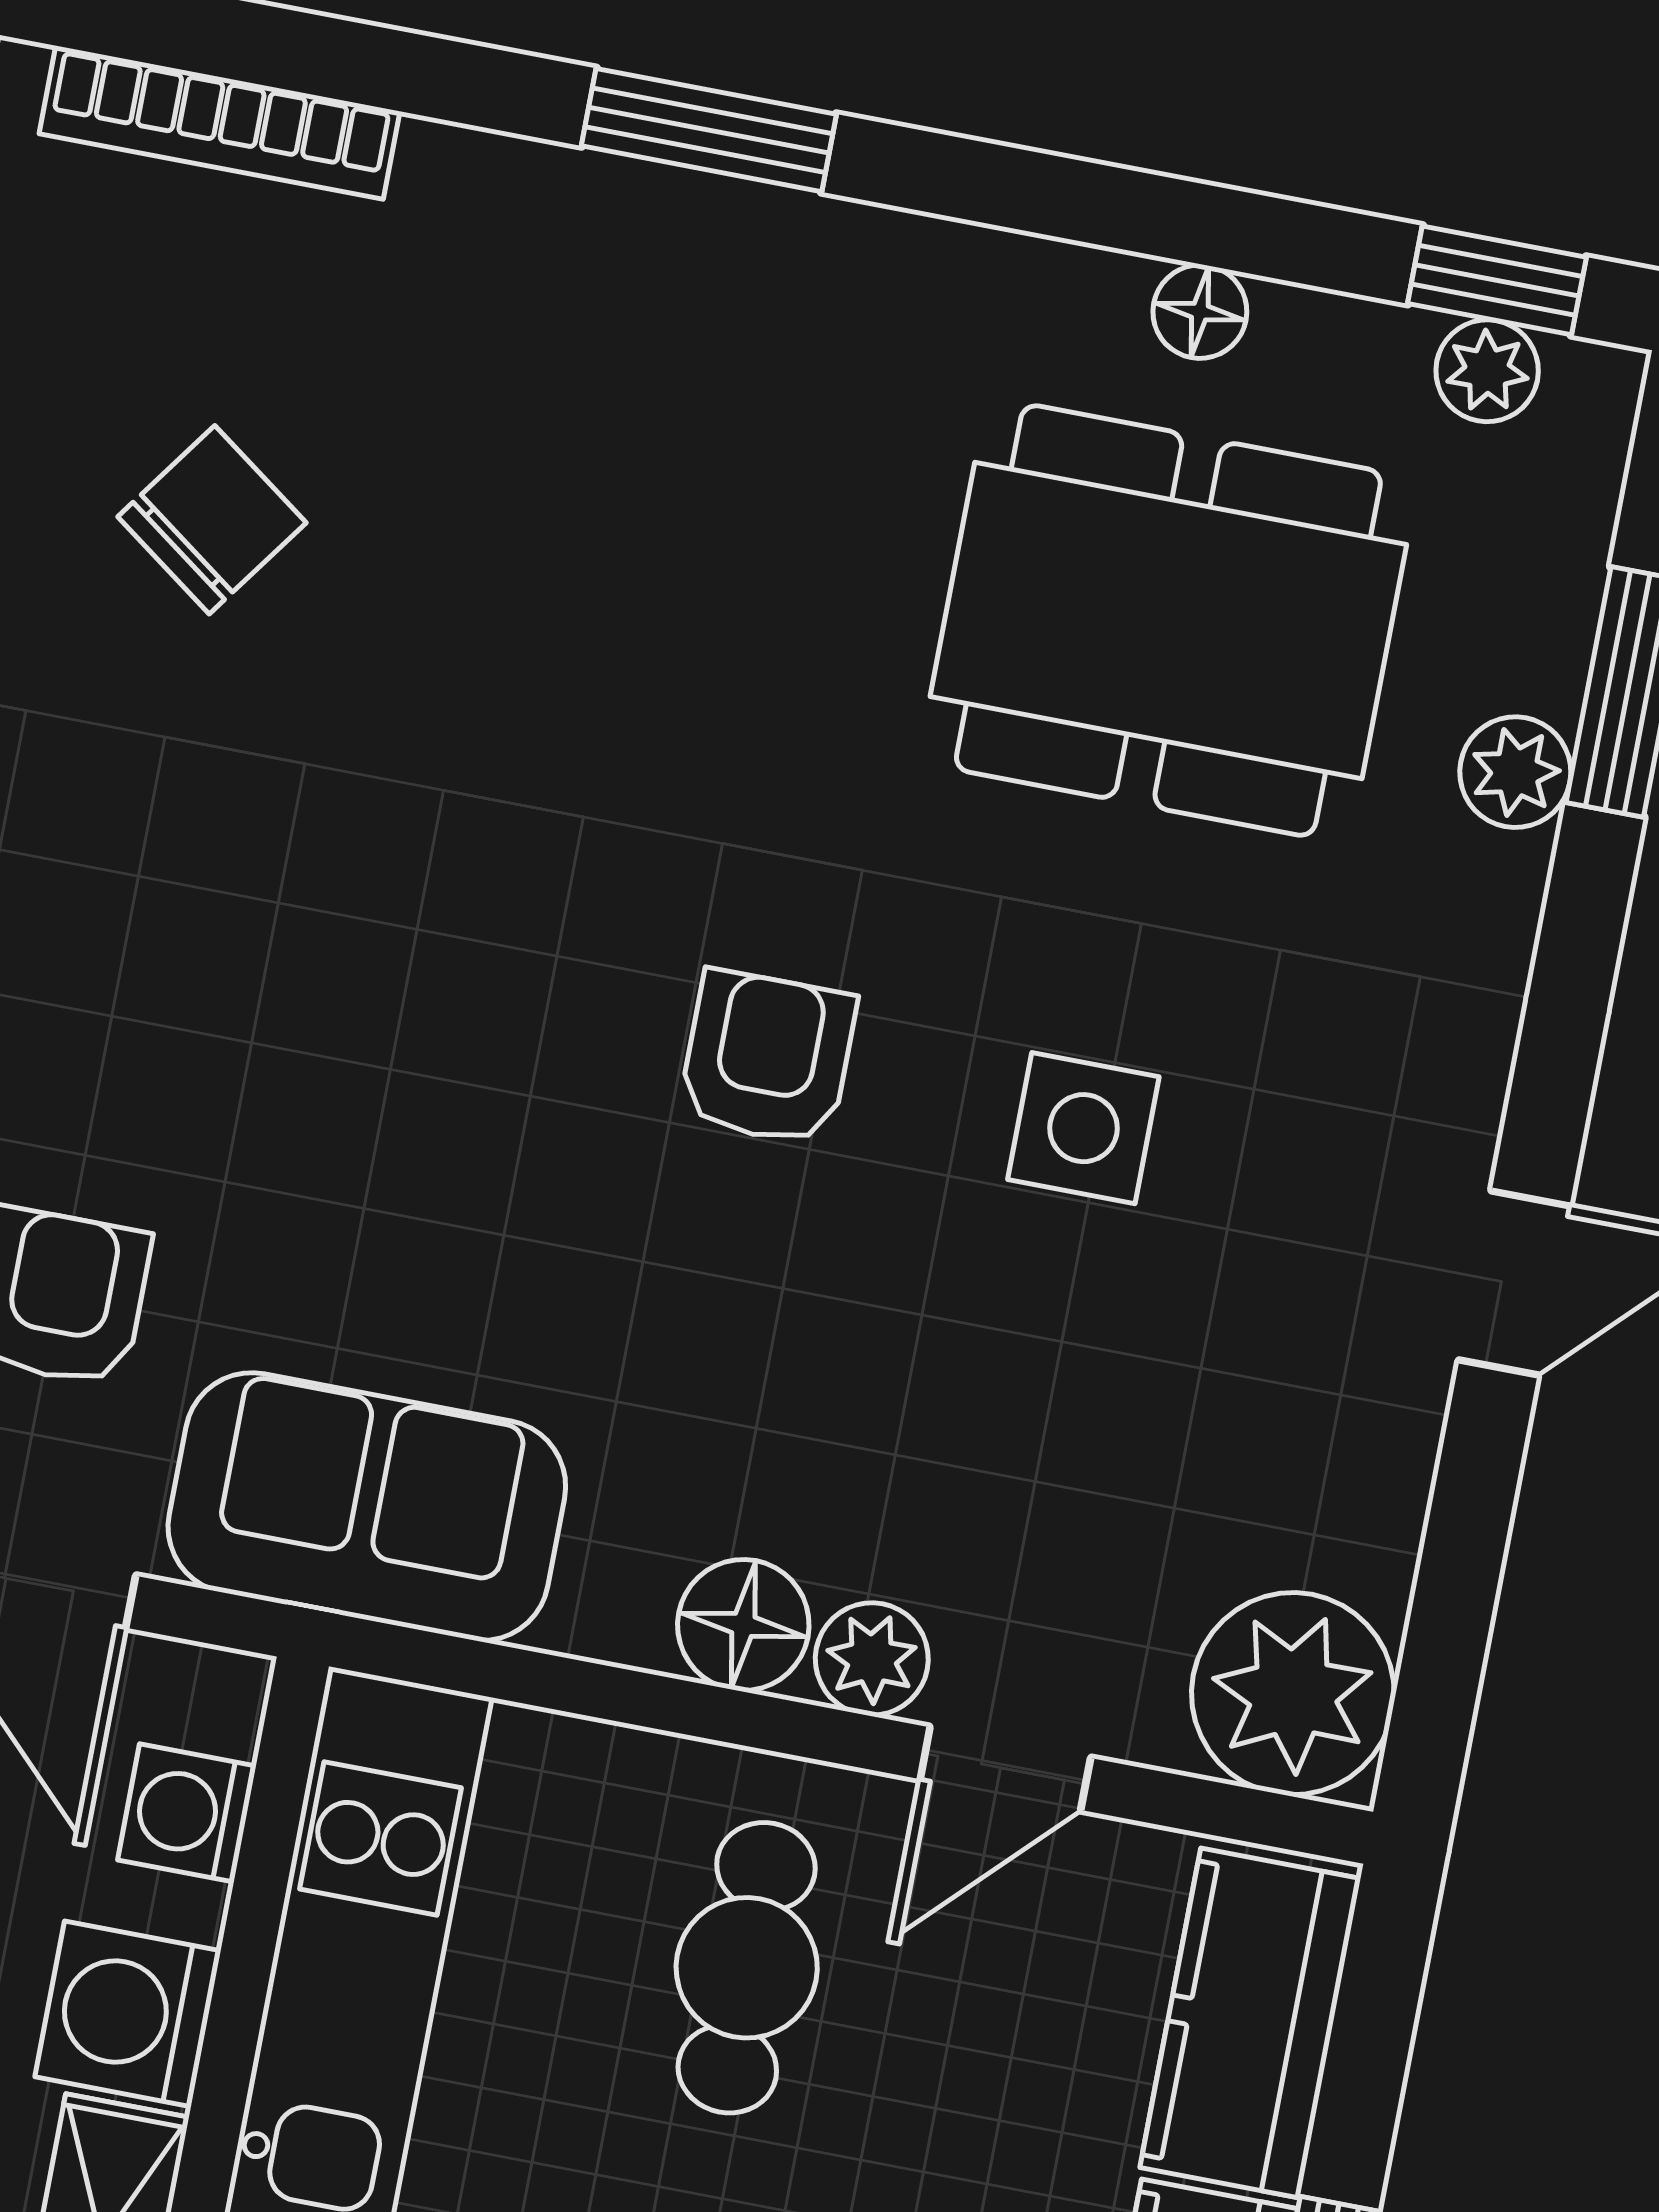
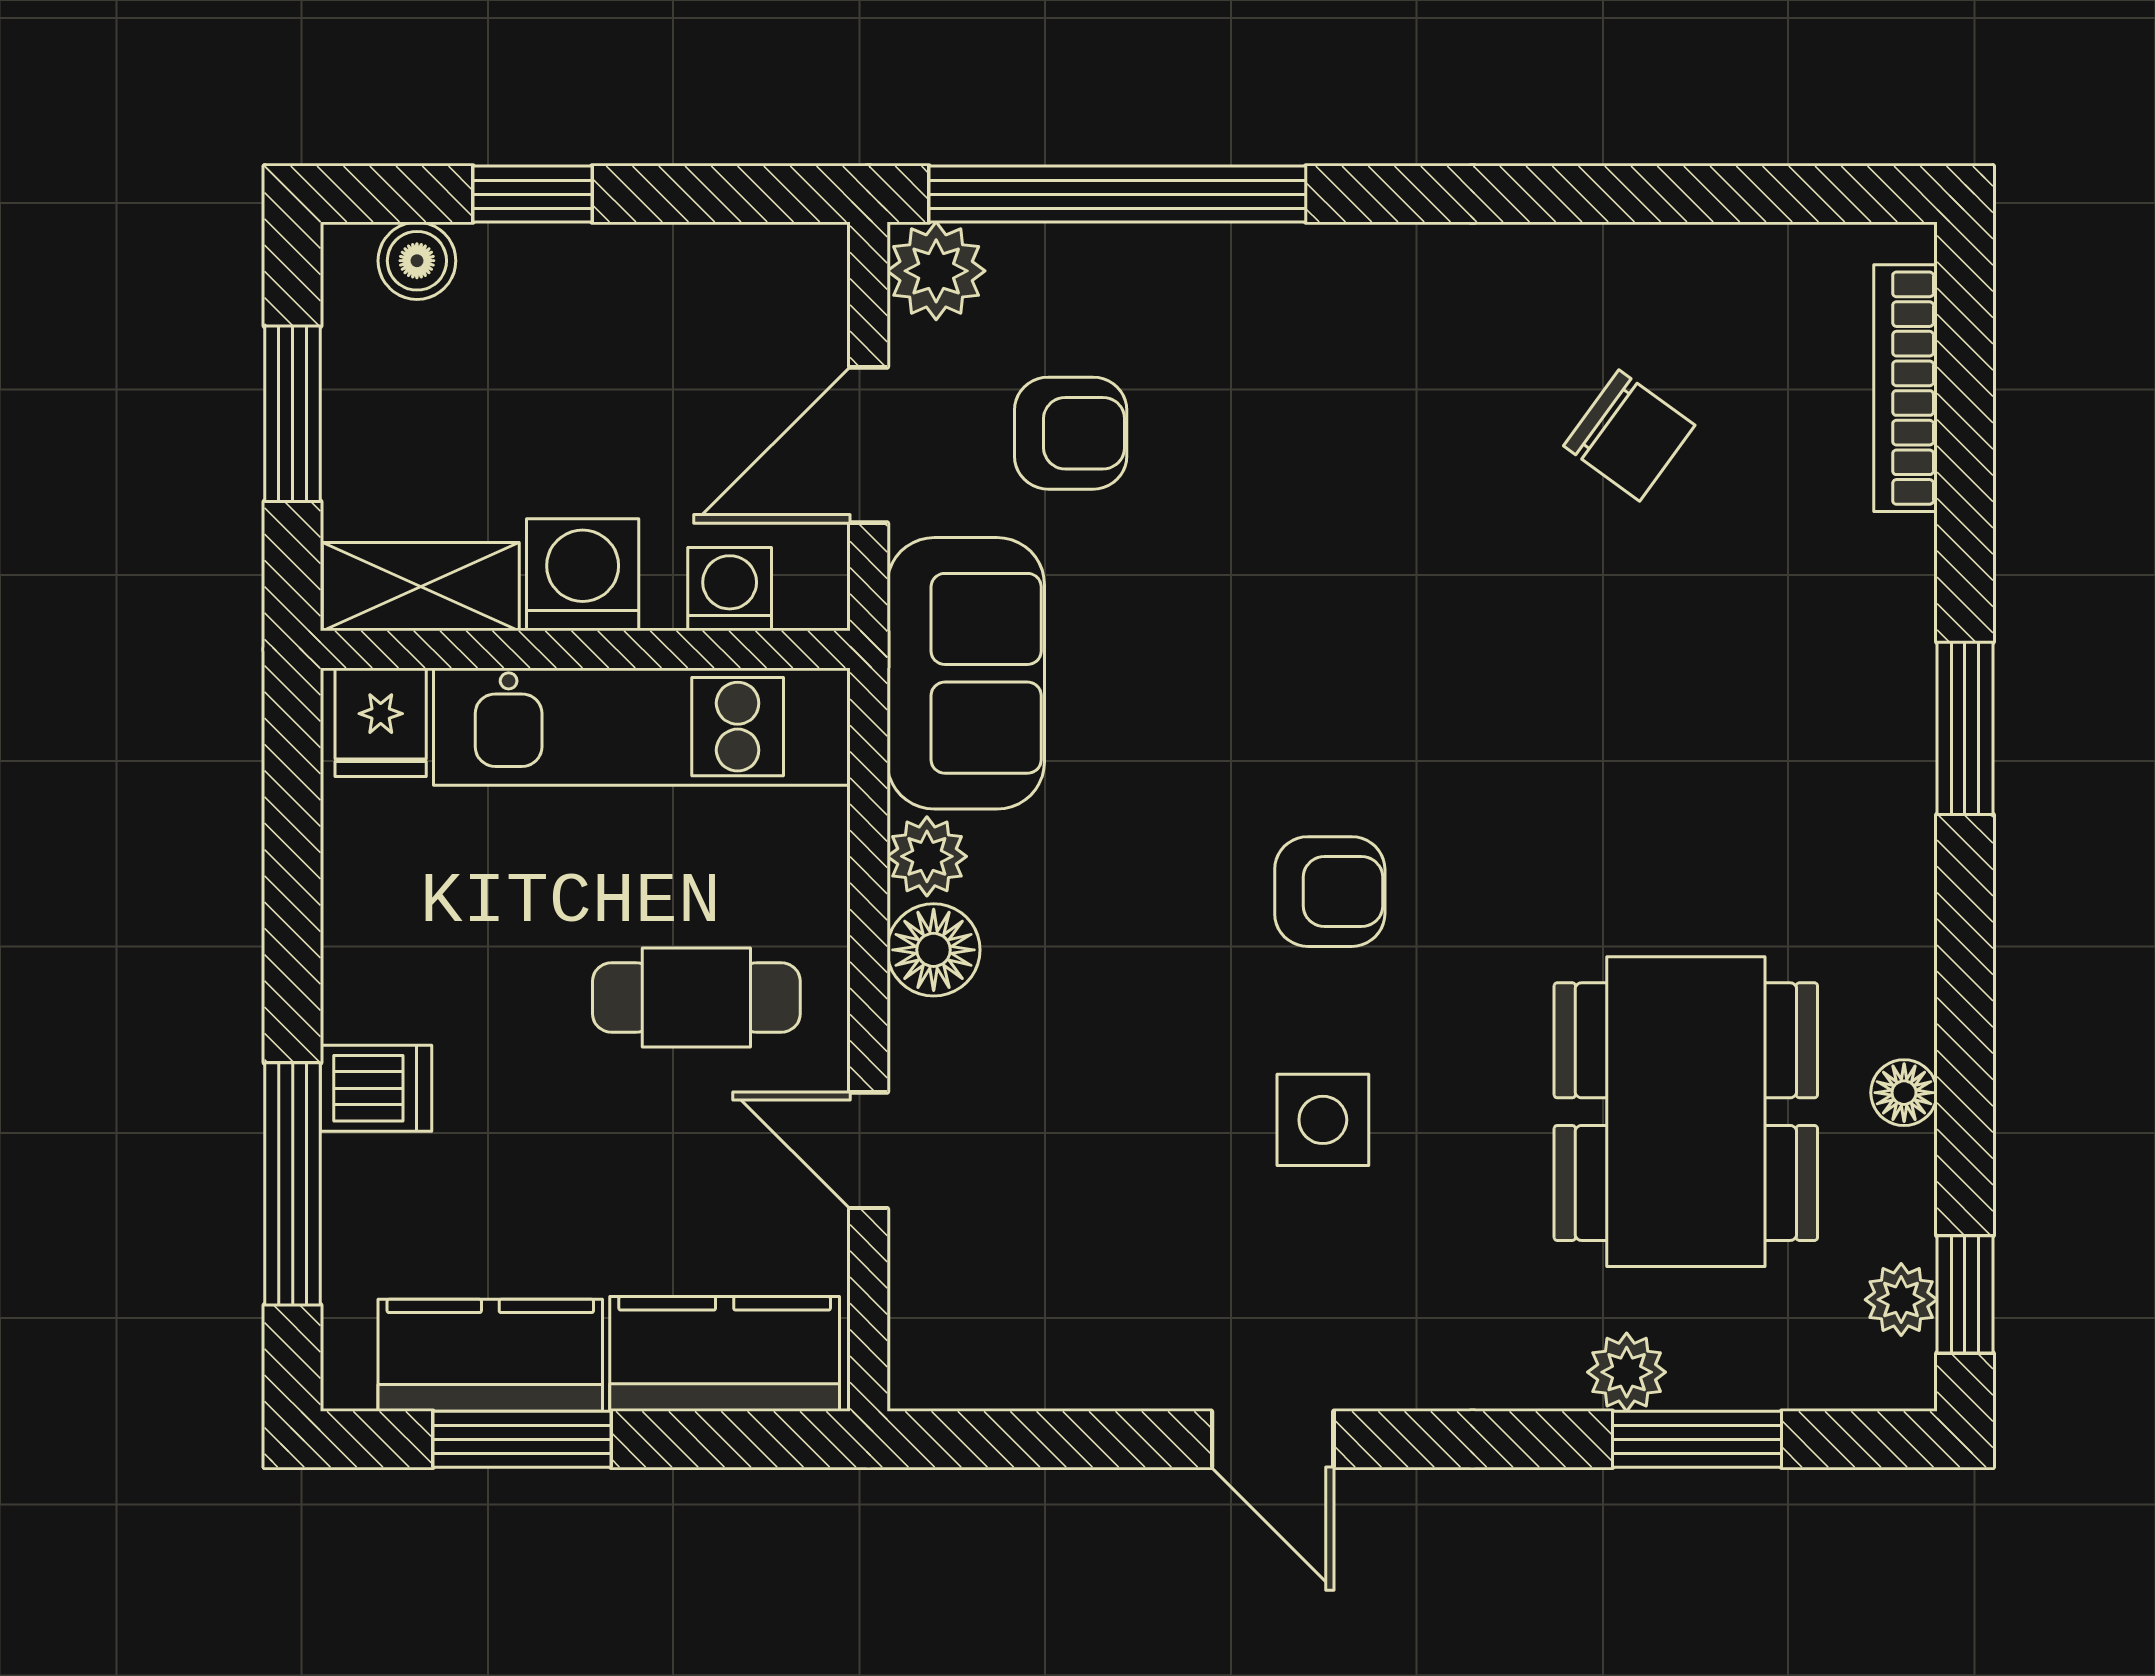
plant: (872, 1659) -> (927, 856), moved
plant: (1293, 1694) -> (959, 1340), removed

